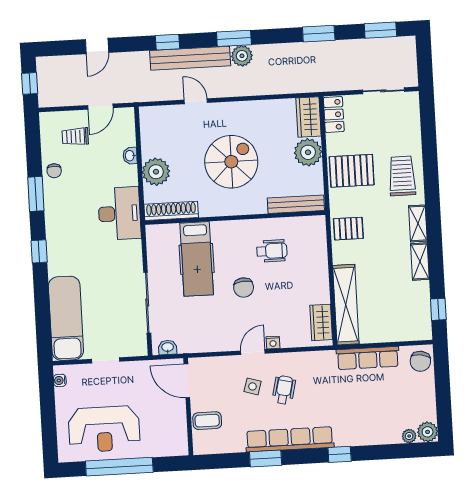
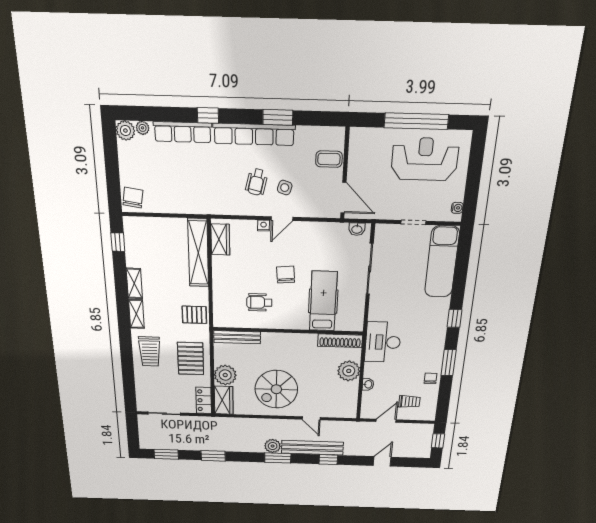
spiral stairs: (231, 162) -> (276, 389), moved
pallet: (352, 171) -> (191, 359), turned 90
row of seats: (368, 358) -> (183, 132), moved, turned 180

